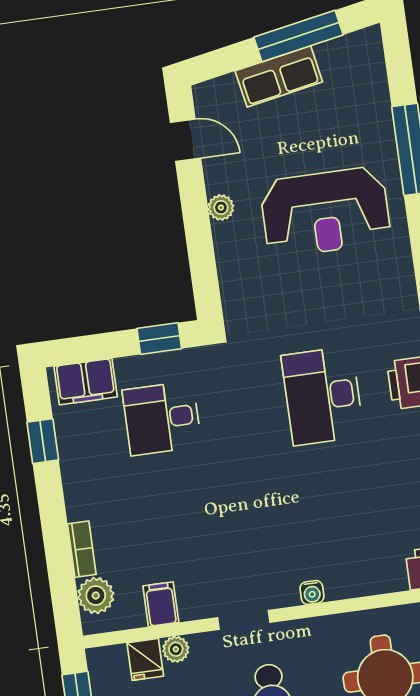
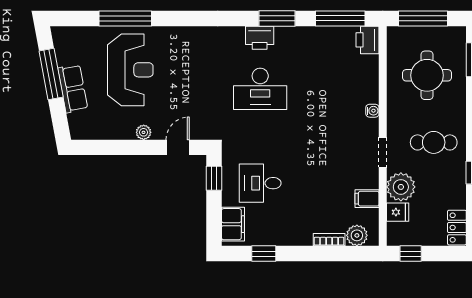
door: (185, 140) -> (178, 147), moved
reception desk: (325, 212) -> (130, 70), moved
desk: (162, 418) -> (260, 183), turned 90
plant: (176, 649) -> (401, 187), width x1.88, depth x1.88

